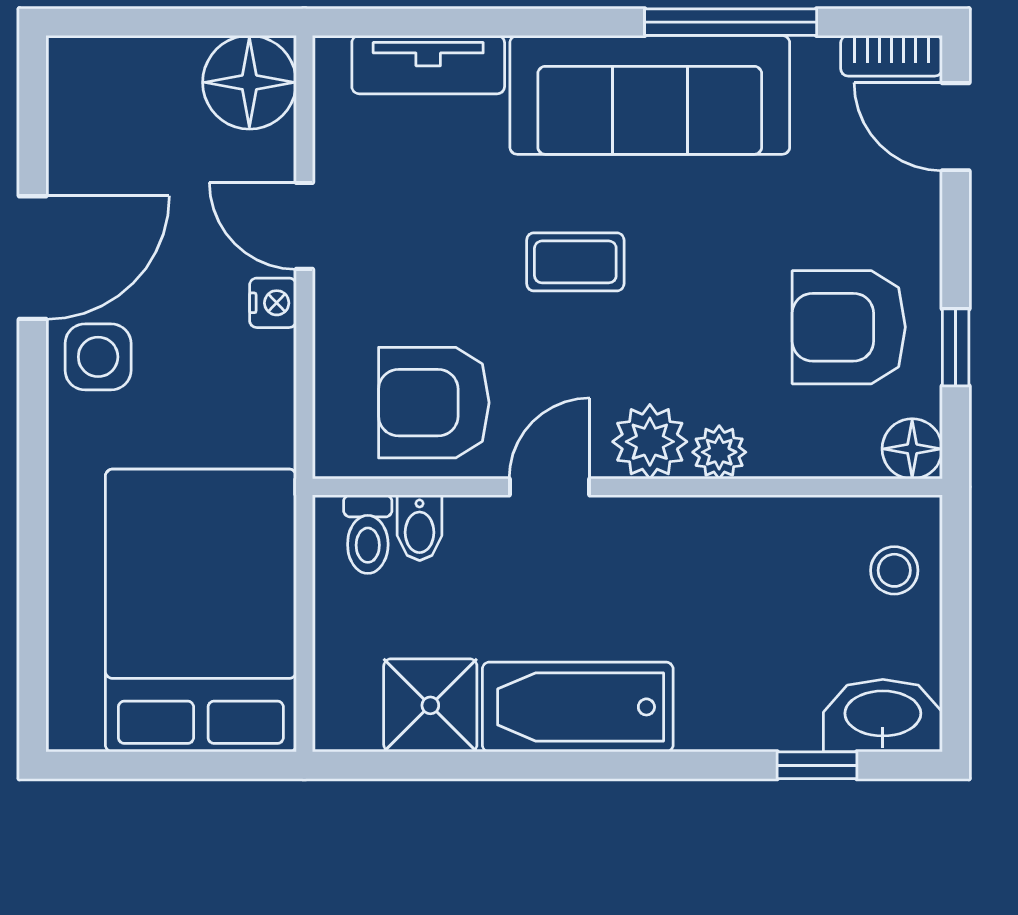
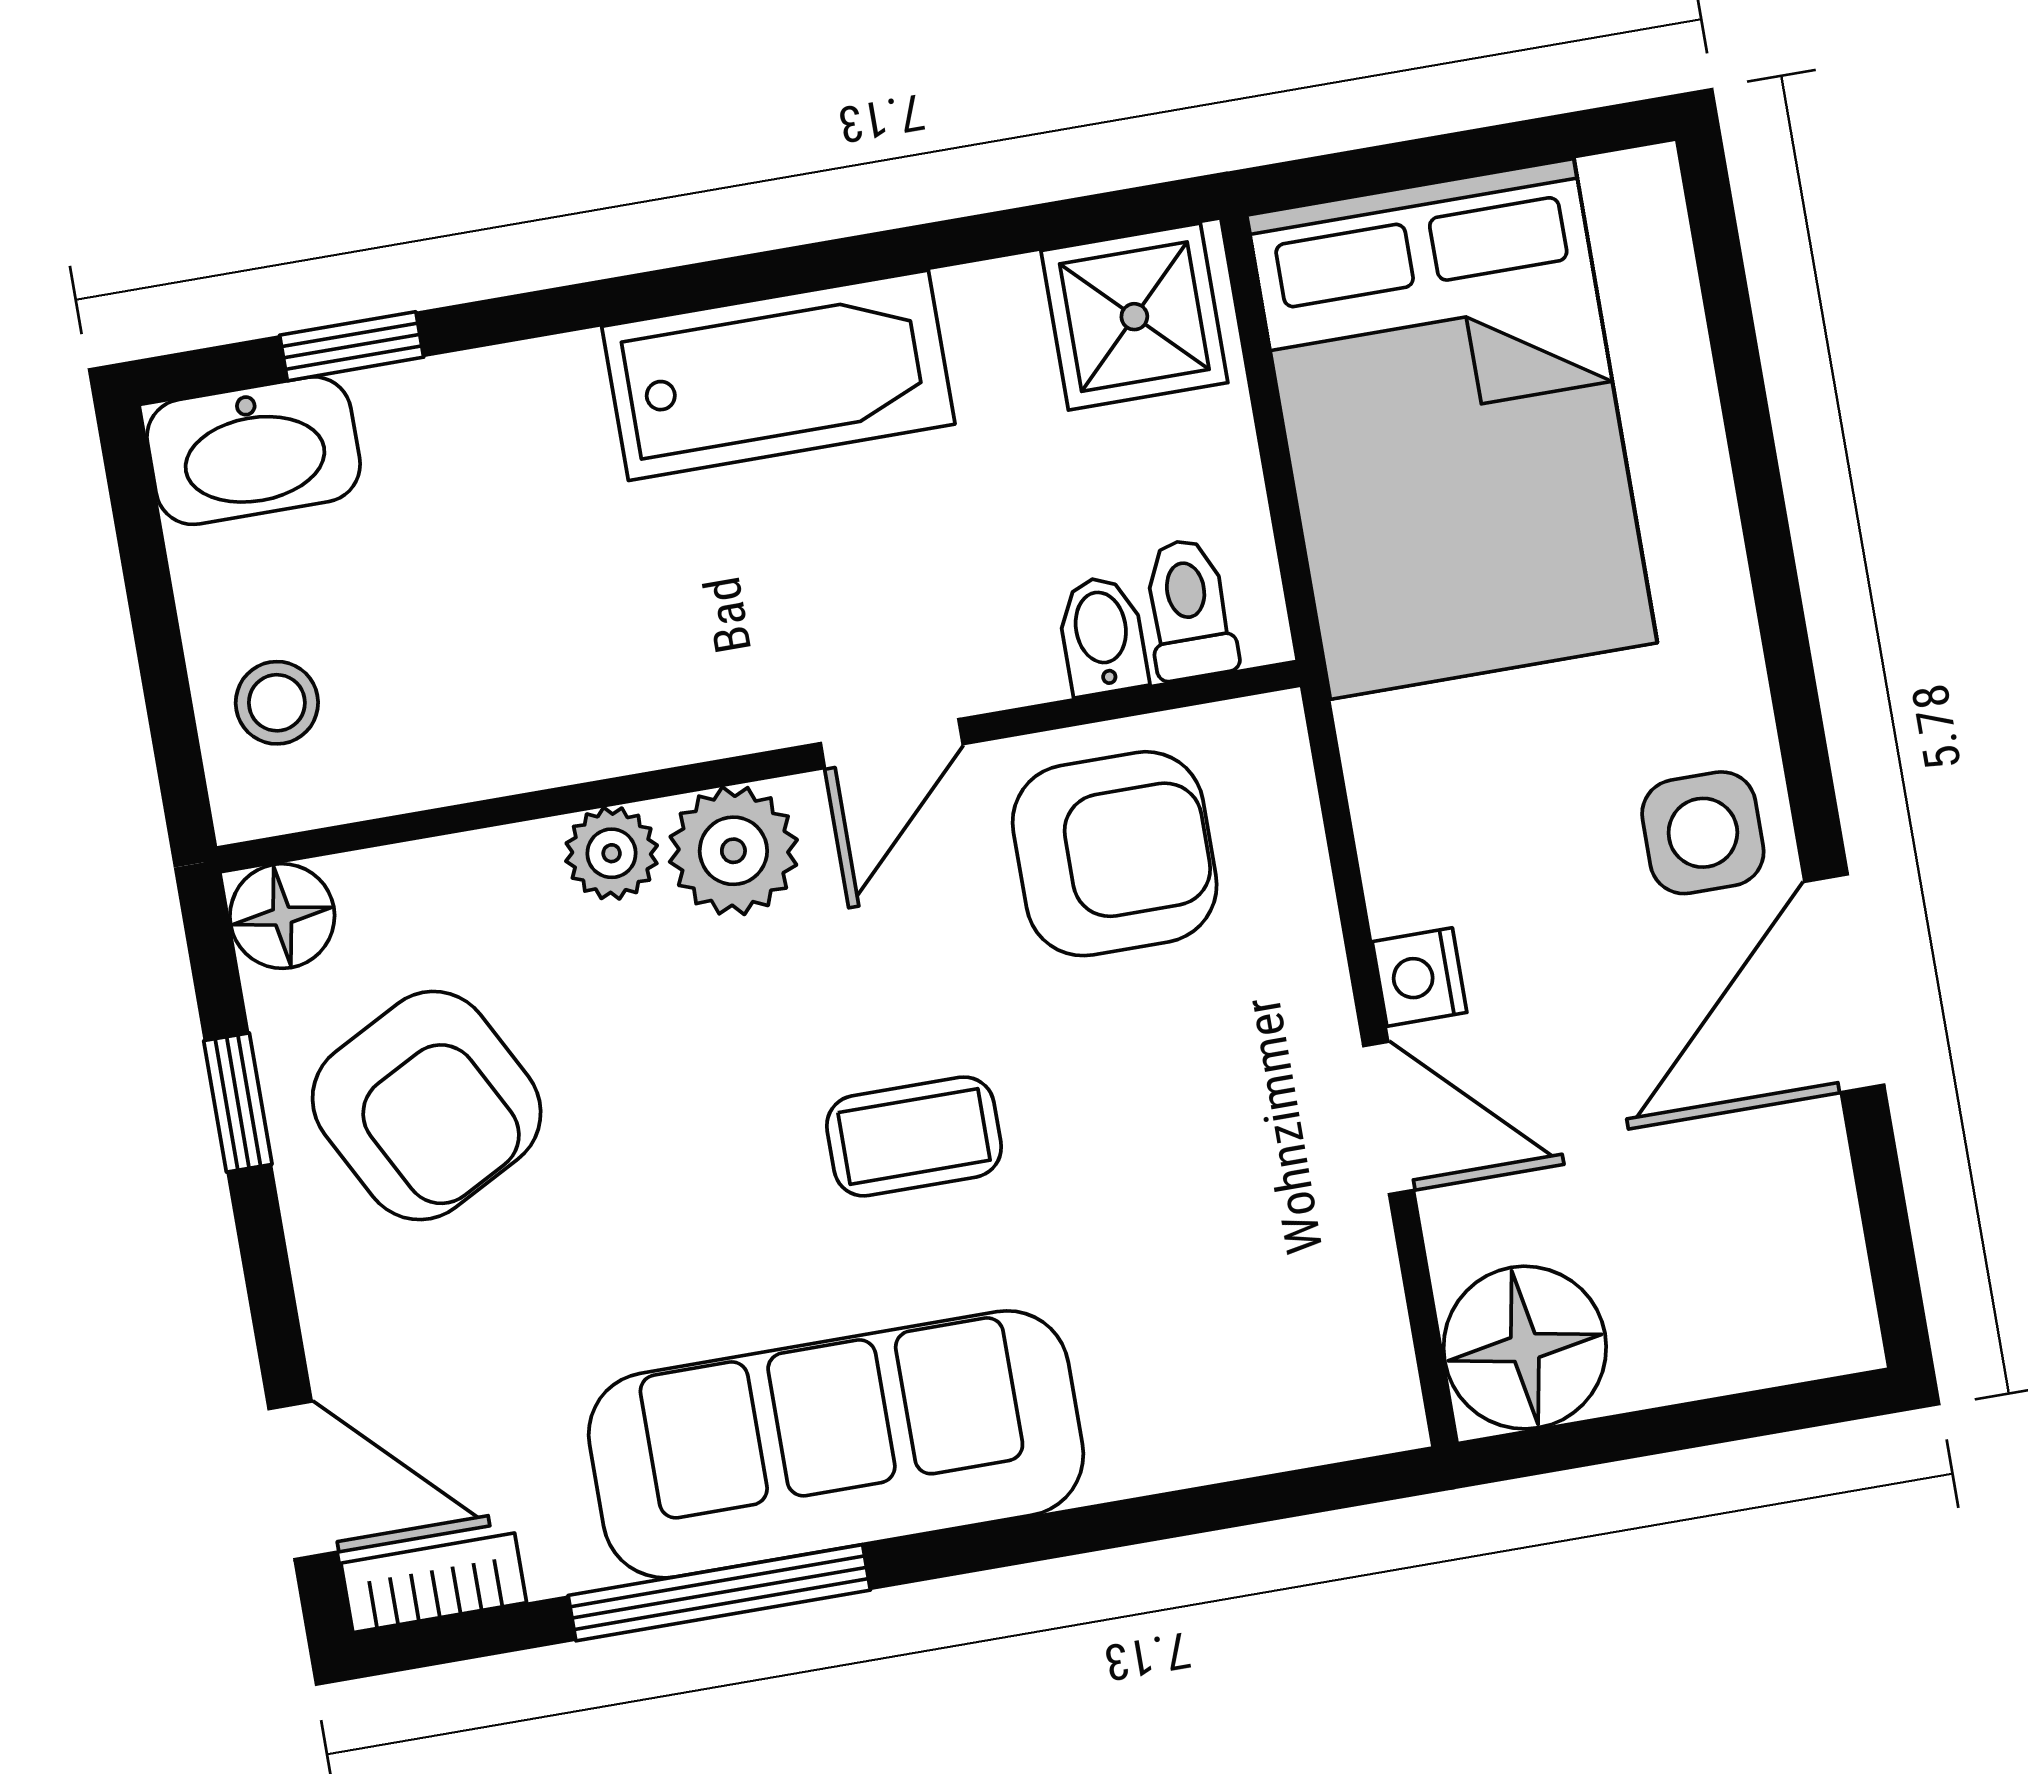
tv unit: (428, 65) -> (1224, 1431), removed
armchair: (849, 327) -> (427, 1106), turned 62
shower: (430, 705) -> (1134, 317), moved

